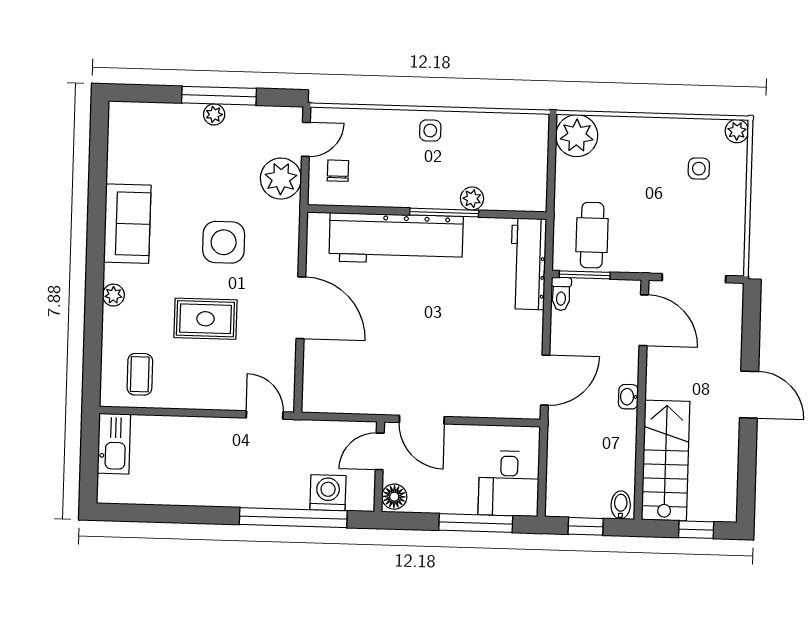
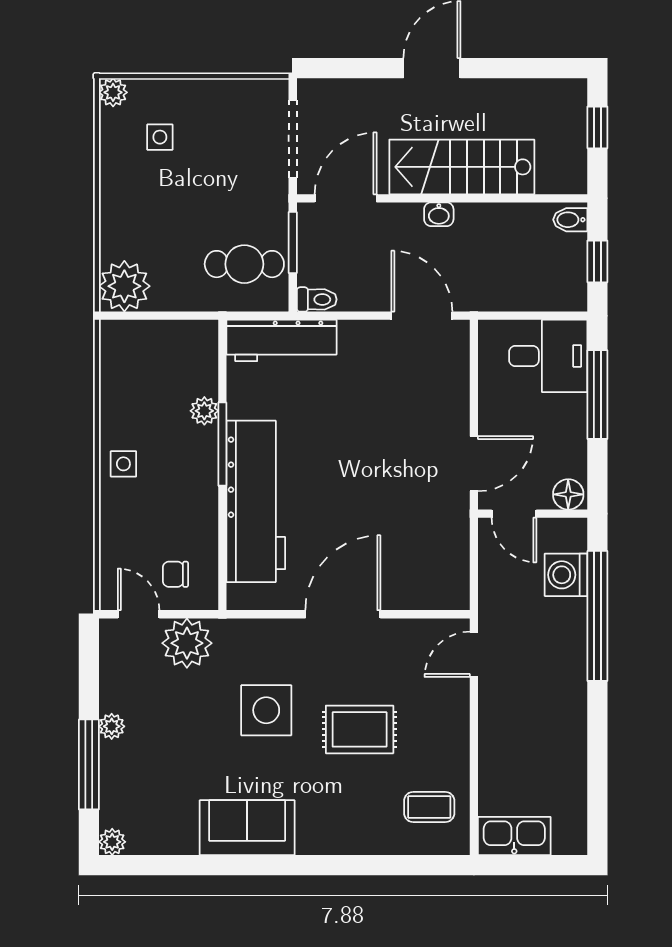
window: (219, 96) -> (89, 764), moved
window: (585, 275) -> (293, 243), moved
plant: (113, 295) -> (112, 842), moved
rug: (205, 319) -> (360, 729), turned 90
stairs: (666, 461) -> (462, 167), moved

